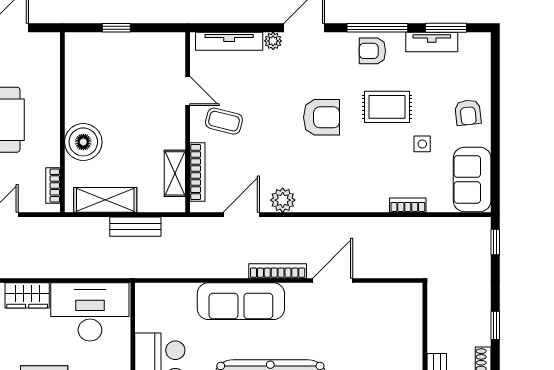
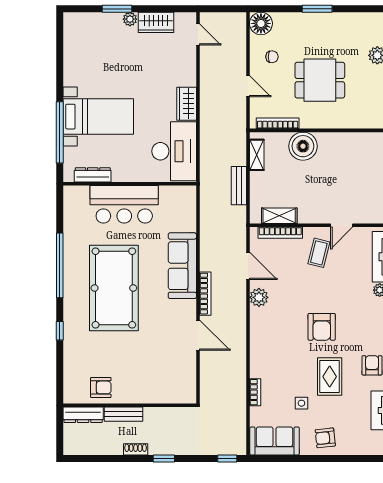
bookcase: (53, 185) -> (278, 123), width x1.56
shelving: (105, 200) -> (257, 155), width x0.67, depth x0.75

